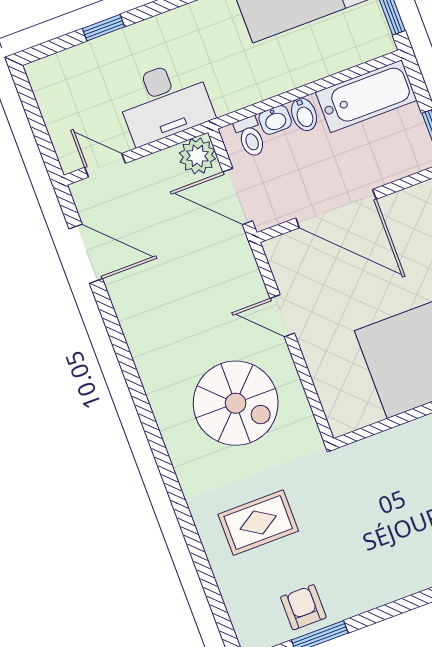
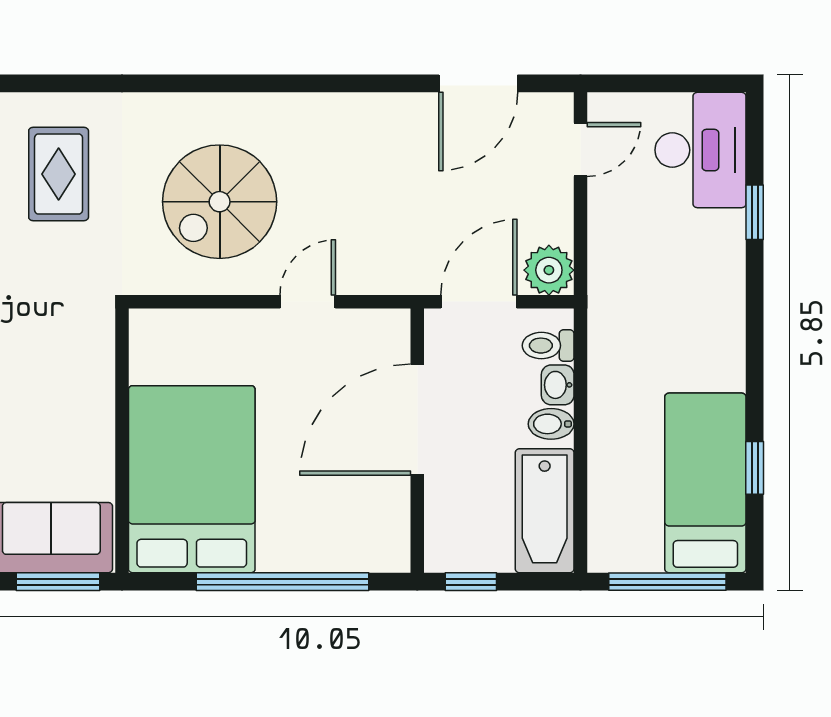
desk: (165, 102) -> (700, 150), moved, turned 180

